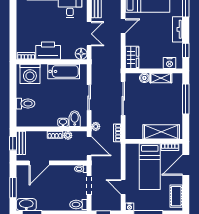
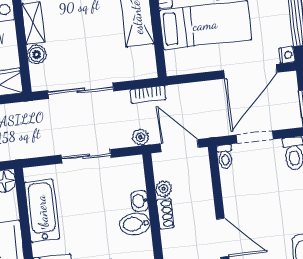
bidet: (75, 119) -> (135, 224), moved
door: (89, 146) -> (180, 146), hinge flipped
door: (123, 187) -> (251, 71), width x1.87

